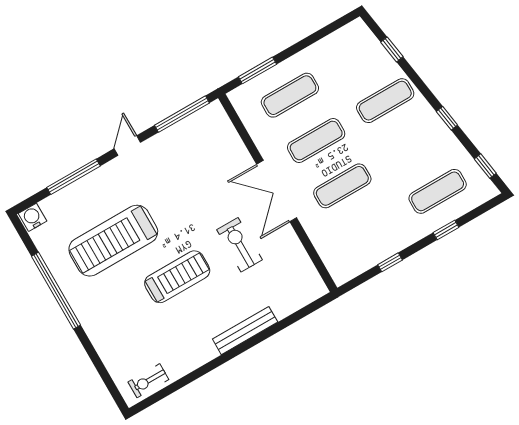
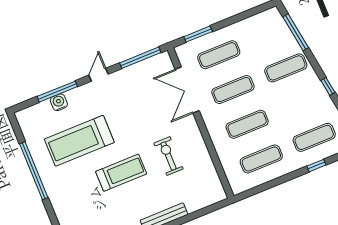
window: (392, 49) -> (296, 32), width x2.17
double door: (277, 191) -> (187, 90), moved
water cooler: (32, 217) -> (59, 102), moved
exercise mat: (369, 231) -> (261, 159), added
window: (390, 262) -> (274, 183), removed

